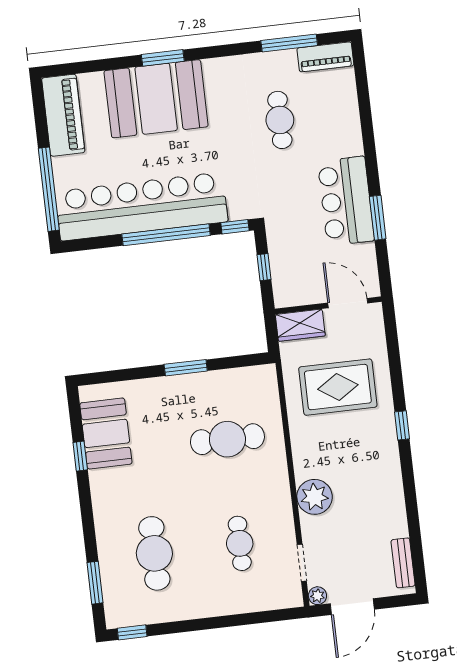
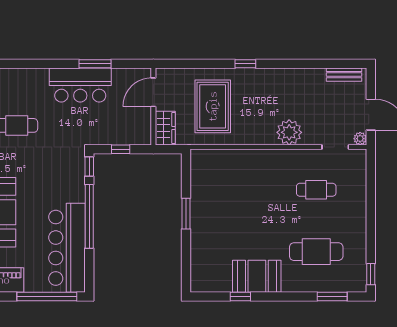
bar counter: (142, 207) -> (67, 248), width x0.73
booth: (106, 433) -> (257, 276), moved
cafe table: (227, 439) -> (241, 190), removed

